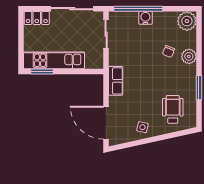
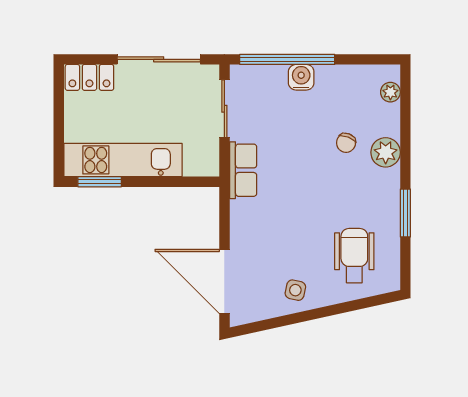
plant: (187, 21) -> (390, 92), width x0.53, depth x0.53
row of seats: (116, 81) -> (243, 170), moved

